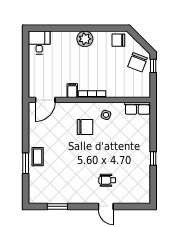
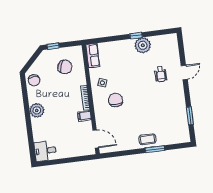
chair: (138, 62) -> (65, 67), moved
plant: (142, 164) -> (143, 45), added

